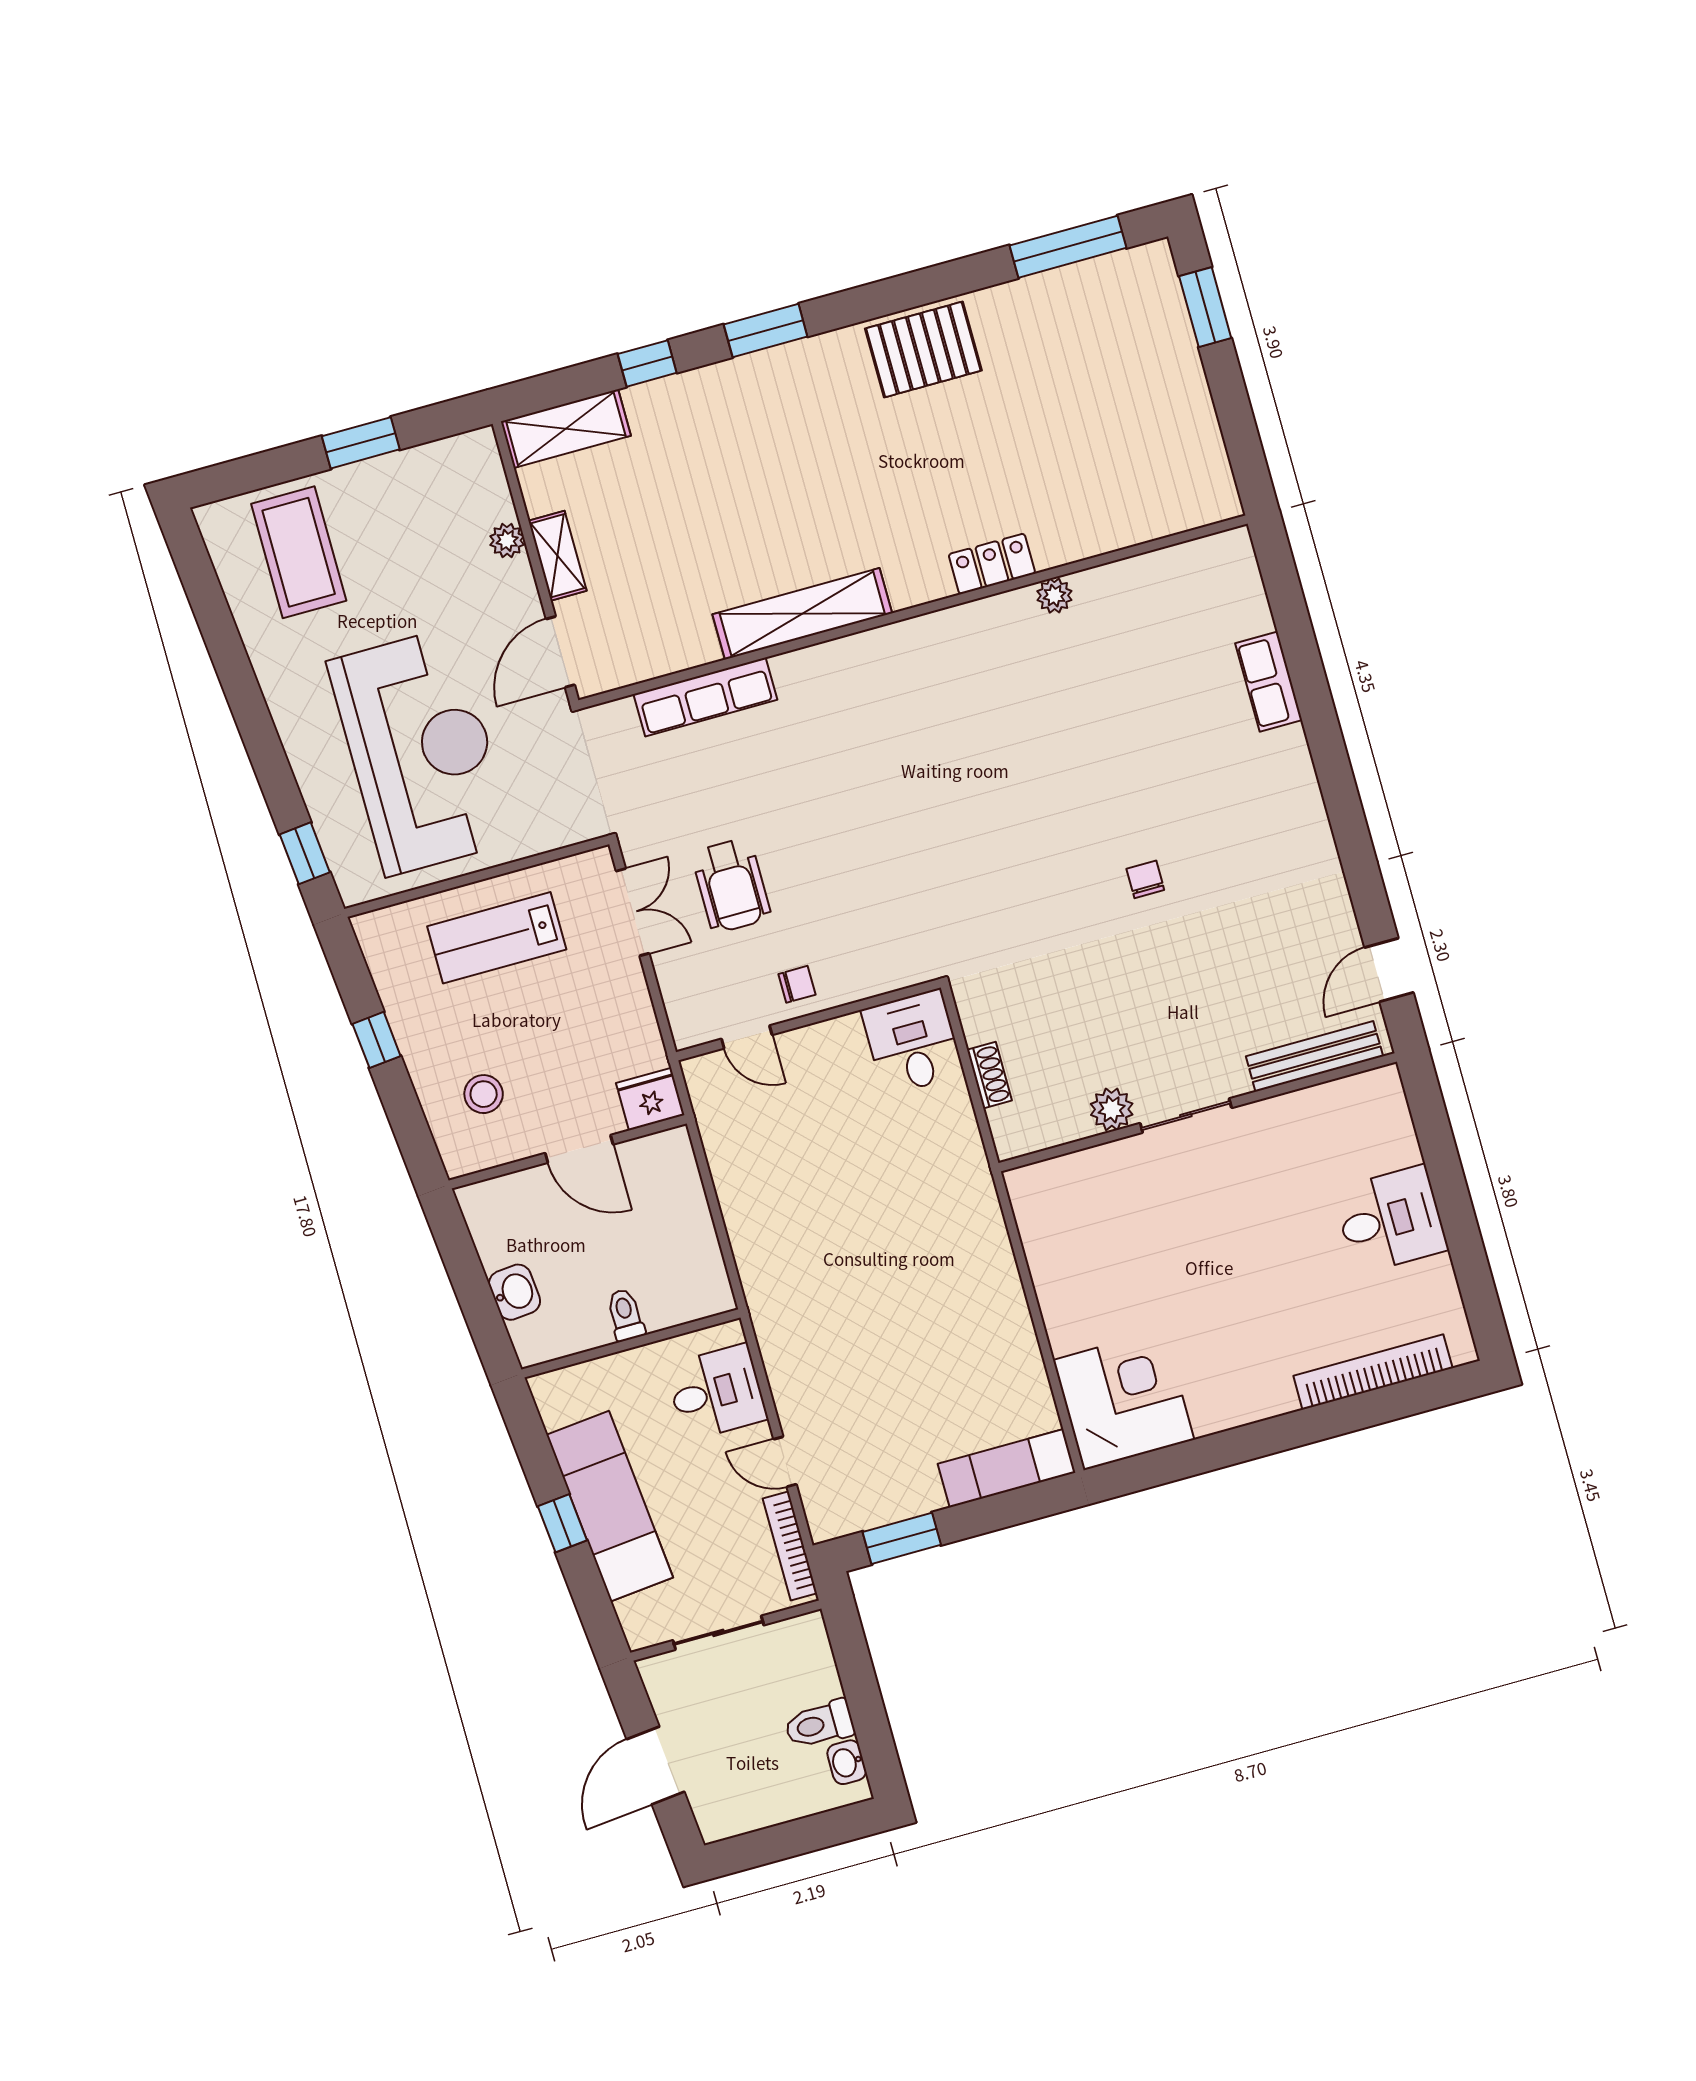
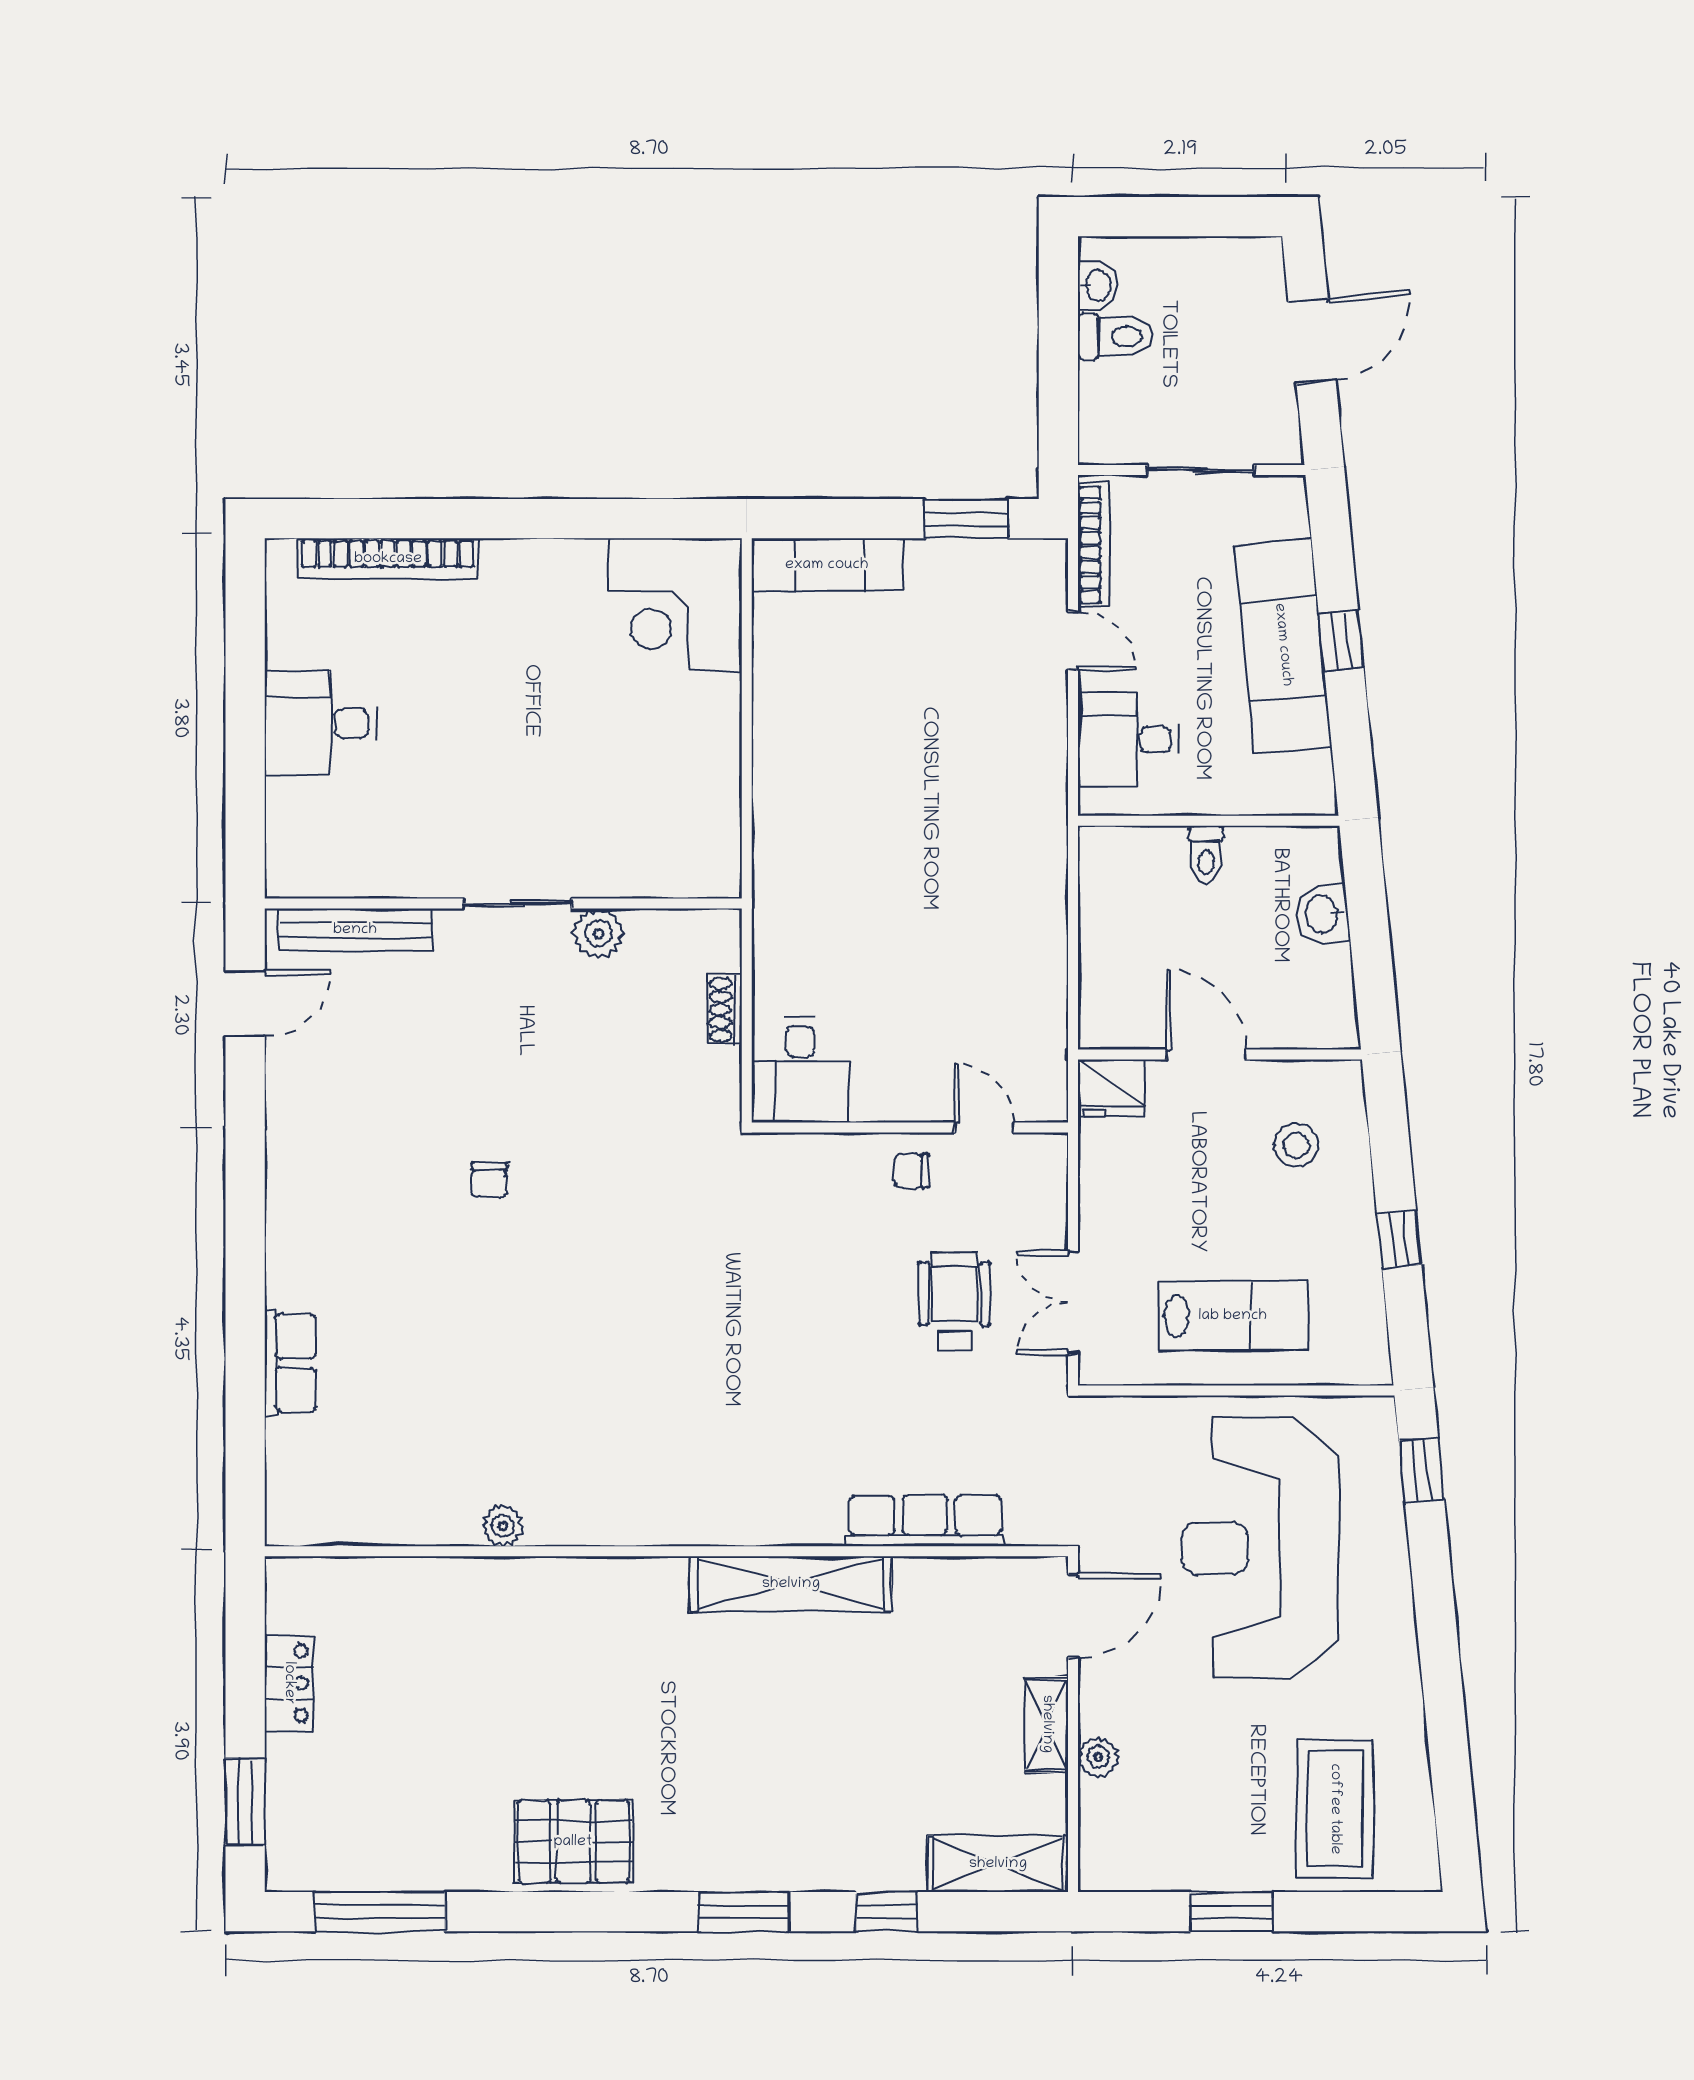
locker: (992, 564) -> (289, 1683), moved, turned -90

